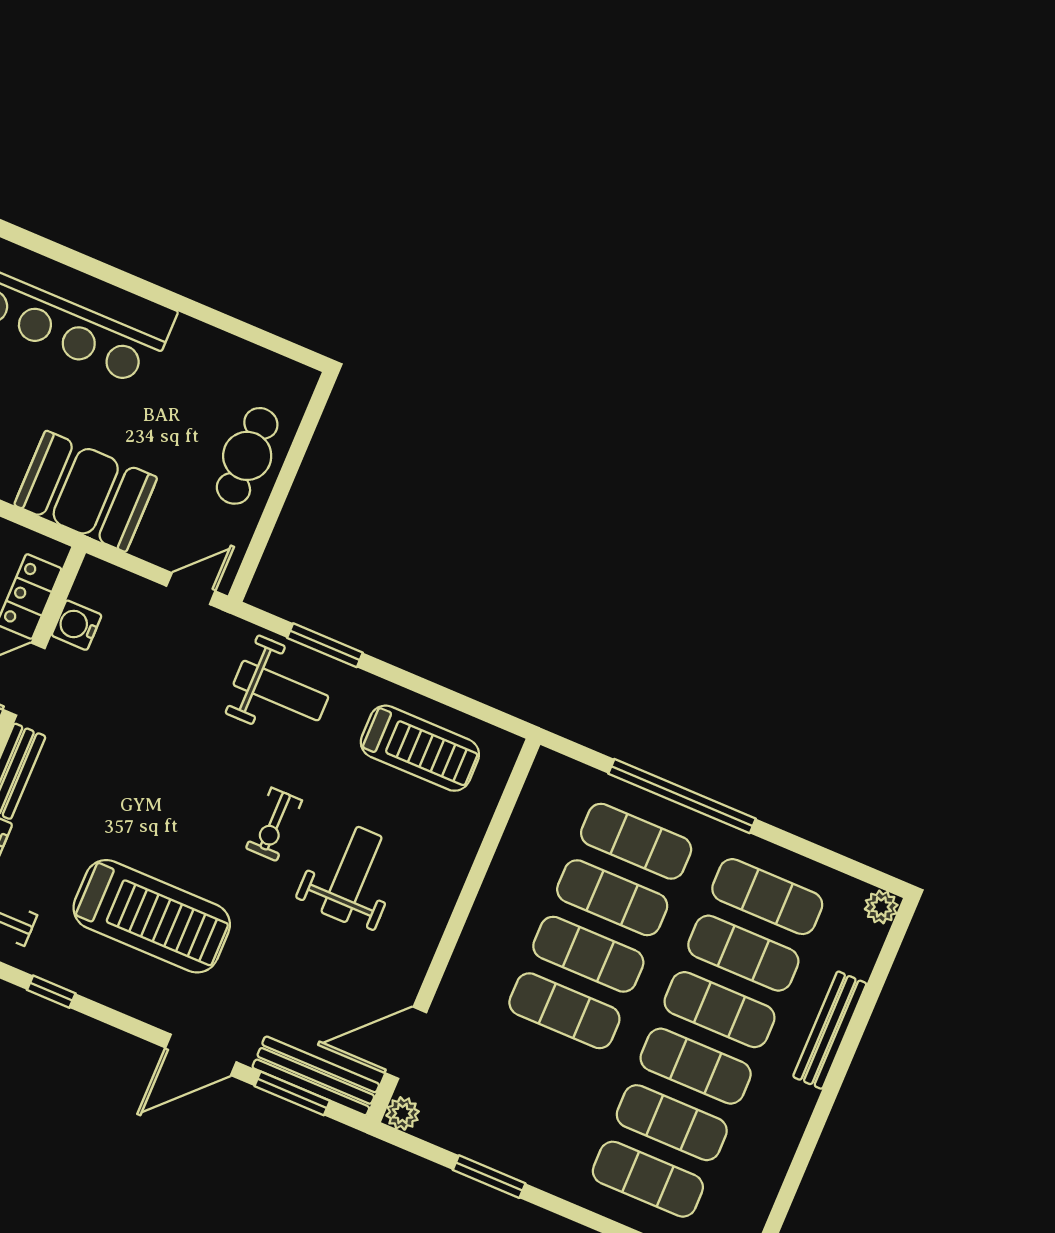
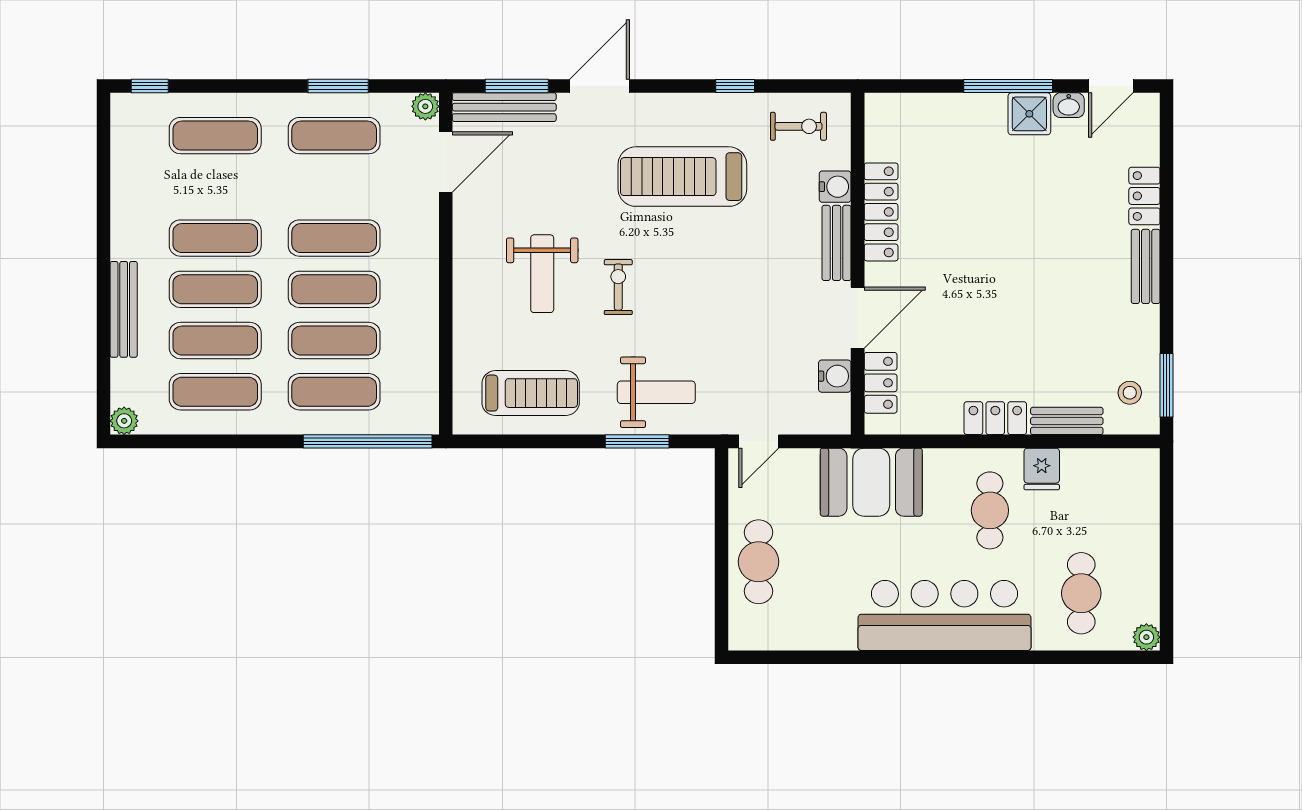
weight bench: (281, 691) -> (656, 392), turned 180
treadmill: (420, 748) -> (531, 393), turned 180
window: (682, 796) -> (368, 441), moved
exercise mat: (672, 1123) -> (334, 136), moved

